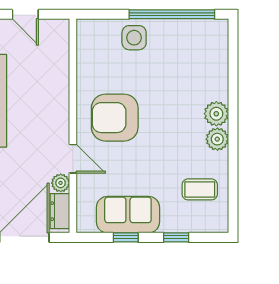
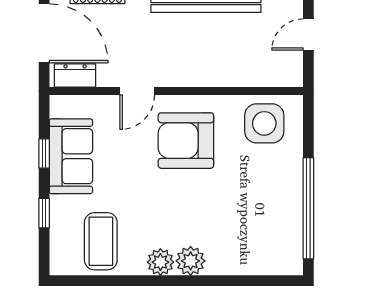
side table: (134, 38) -> (264, 123), moved, width x1.37, depth x1.37
armchair: (115, 118) -> (186, 141), turned -90
plant: (61, 183) -> (109, 76), removed
coffee table: (200, 189) -> (101, 241), width x1.36, depth x1.30

